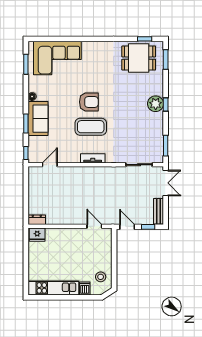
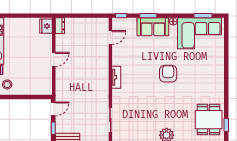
corner sofa: (57, 58) -> (200, 33), moved, turned -90
armchair: (89, 102) -> (168, 74), turned 180
coffee table: (91, 127) -> (145, 75), removed
door: (50, 165) -> (110, 38), hinge flipped
door: (94, 226) -> (54, 59), moved

